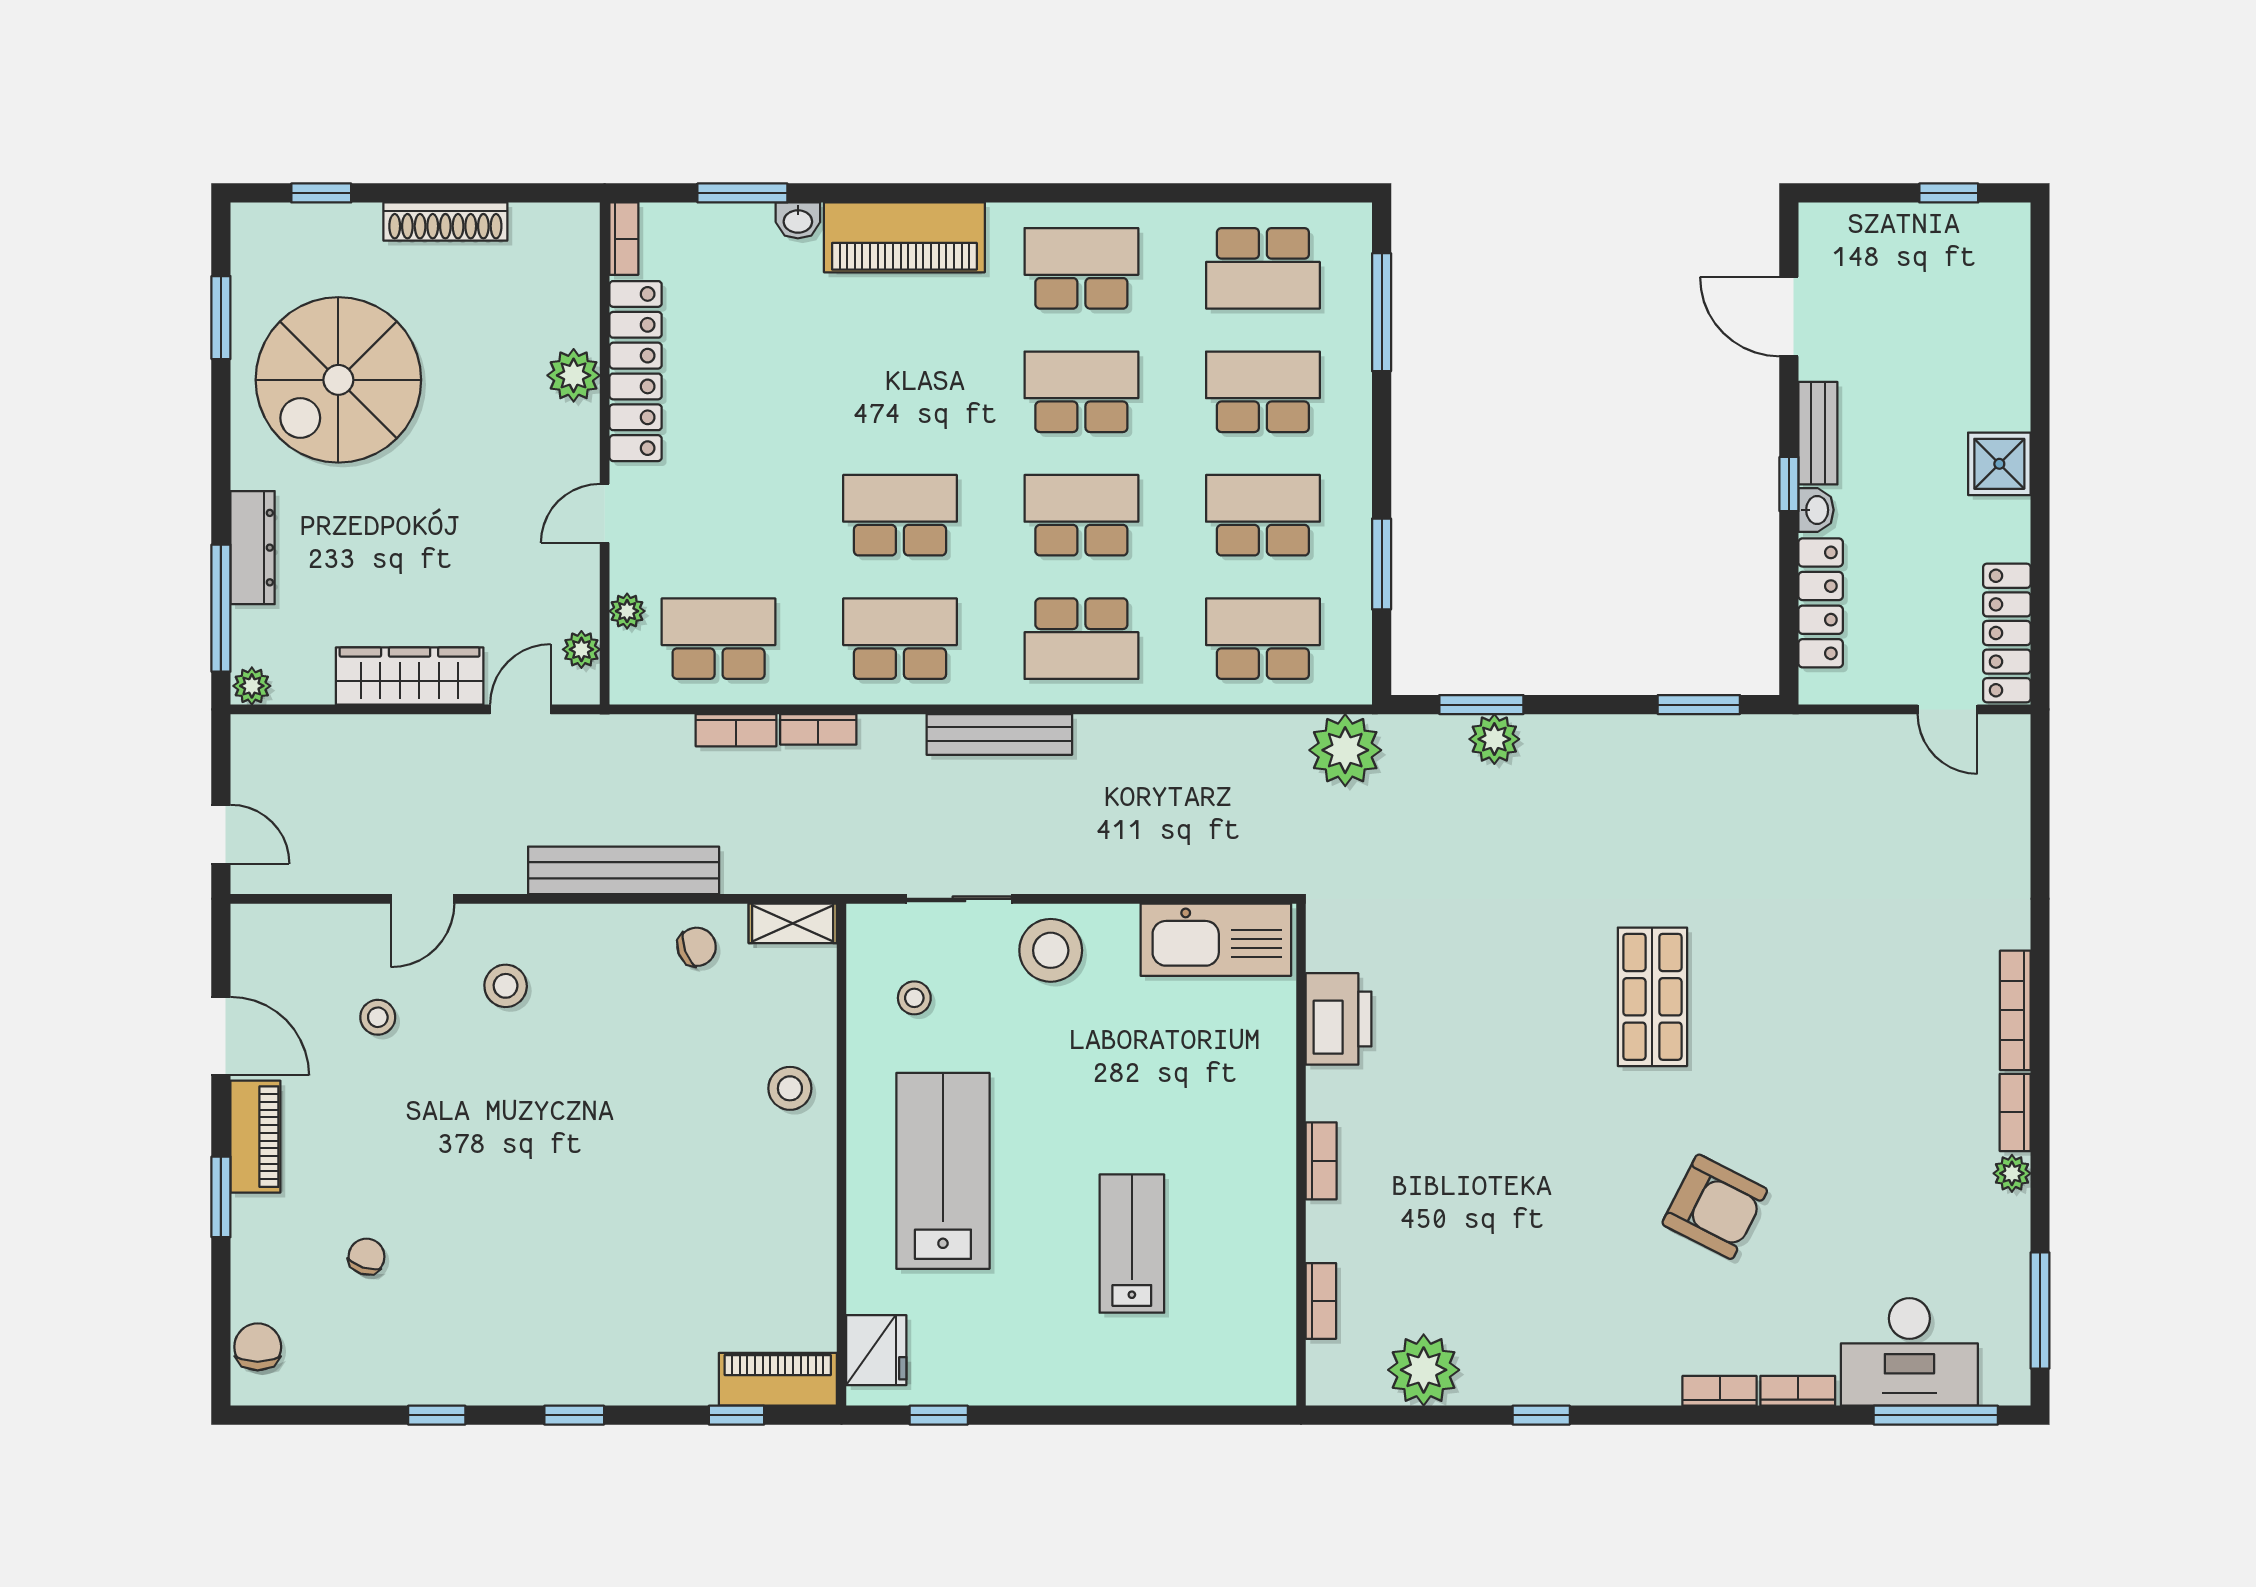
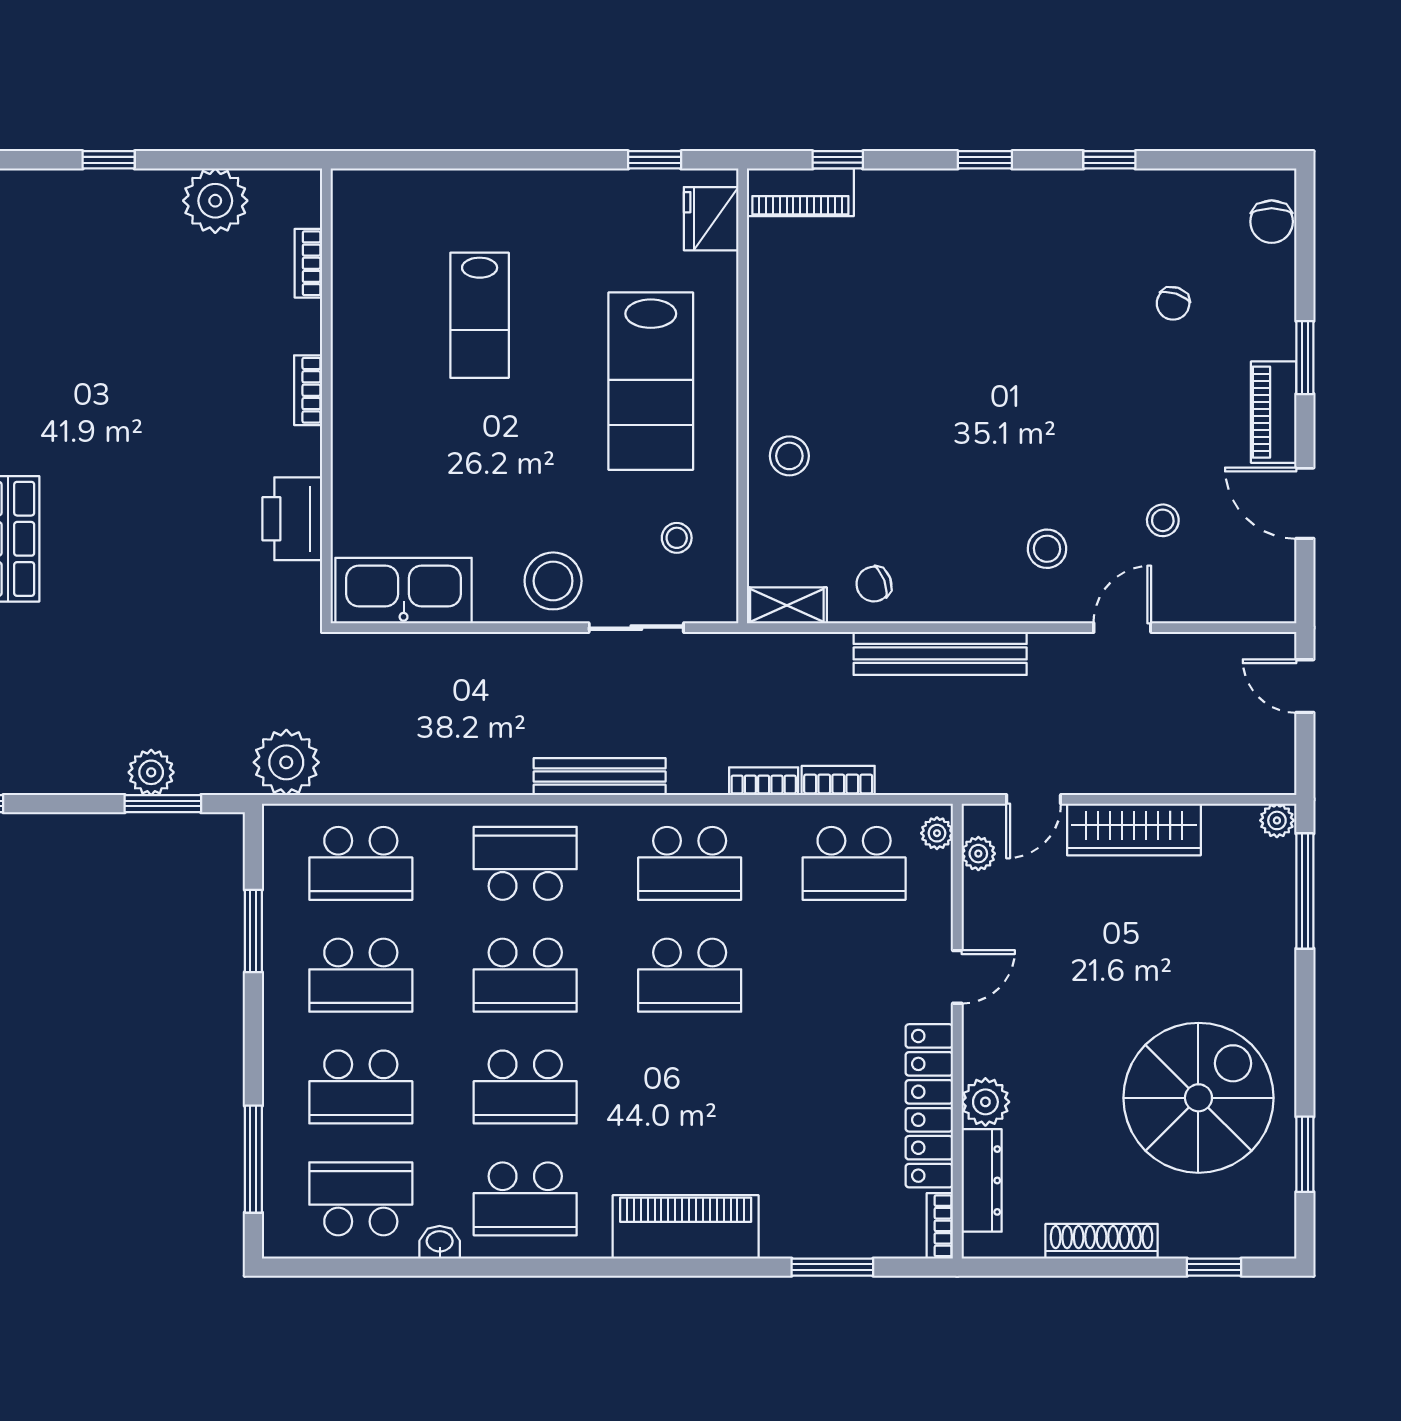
washbasin: (798, 220) -> (440, 1242), moved
dresser: (253, 548) -> (982, 1180), moved, turned 180
plant: (627, 611) -> (937, 833), moved

